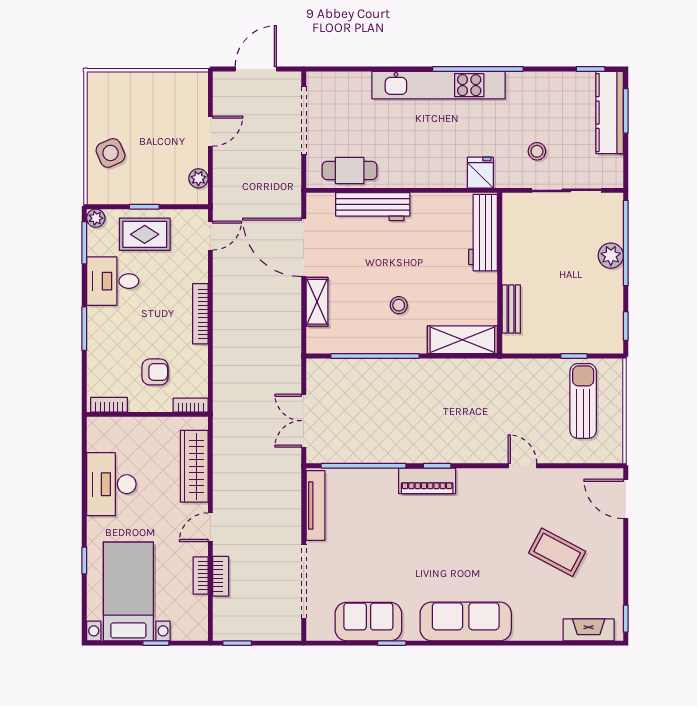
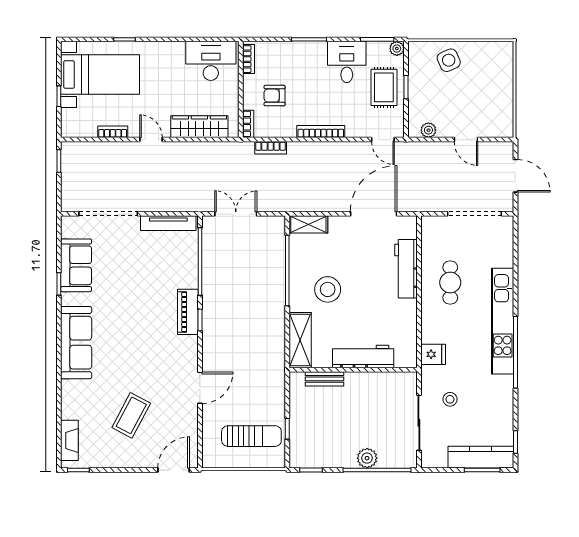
cafe table: (350, 170) -> (450, 283), moved
workbench: (483, 233) -> (363, 356), moved
shelving: (317, 302) -> (308, 224), moved
stool: (399, 305) -> (328, 289), width x1.89, depth x1.89
armchair: (155, 372) -> (275, 96), turned 90
door: (522, 466) -> (200, 388), width x1.38
desk: (111, 484) -> (211, 61), moved
bookcase: (221, 576) -> (271, 148), moved

